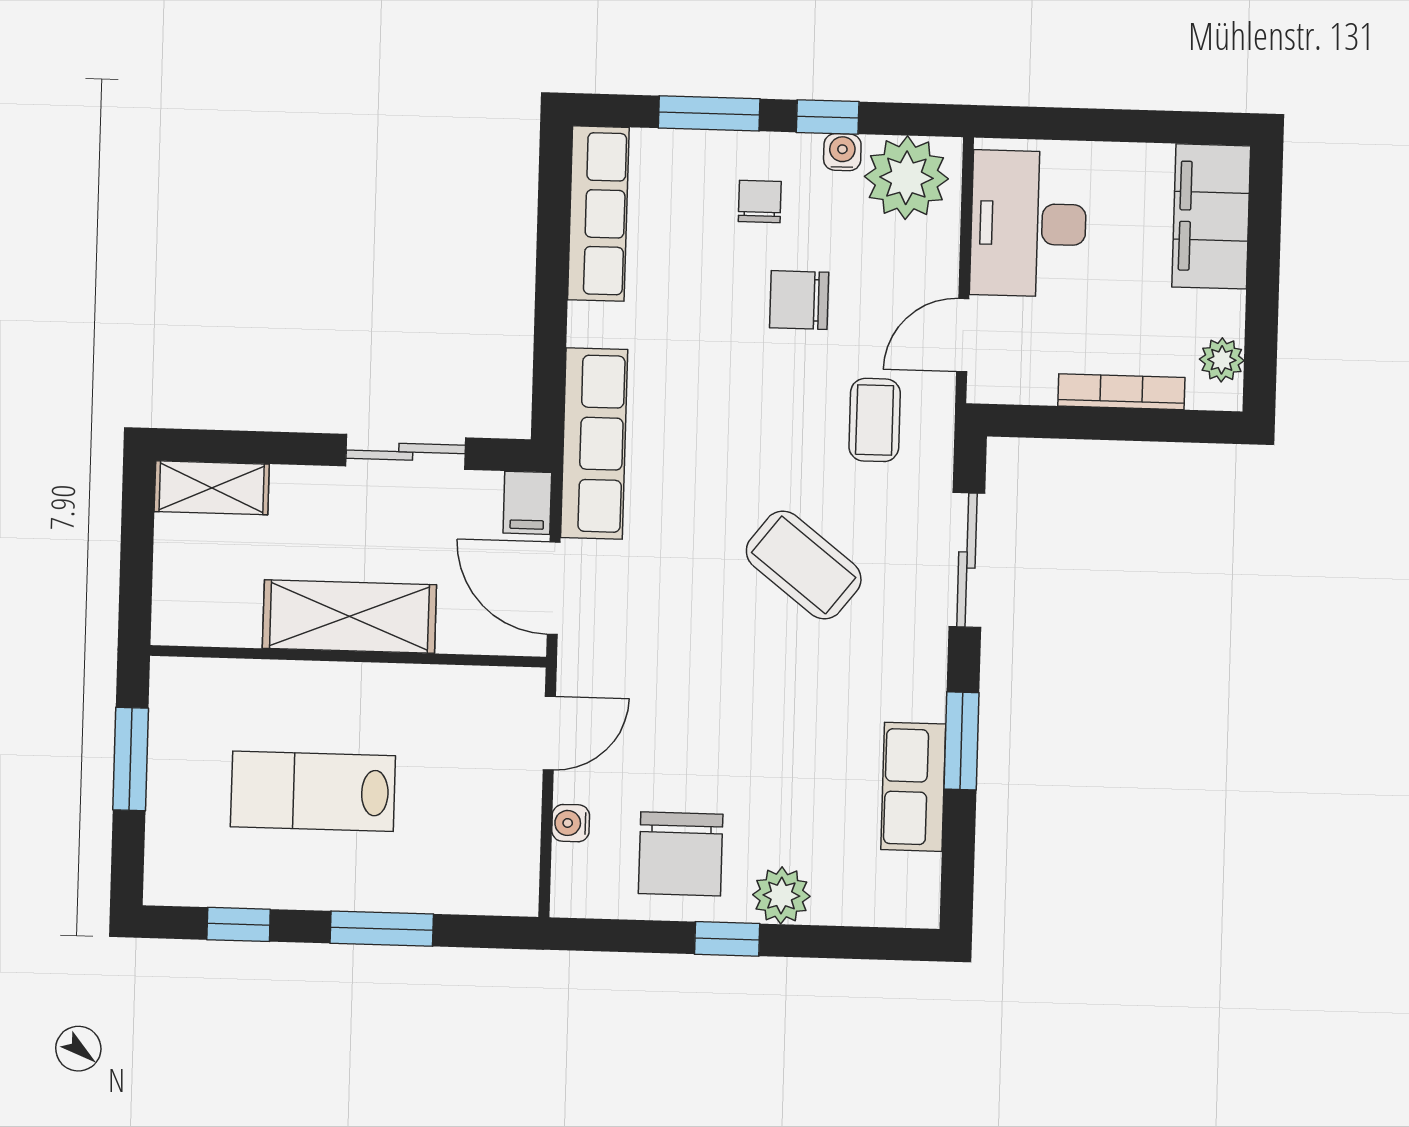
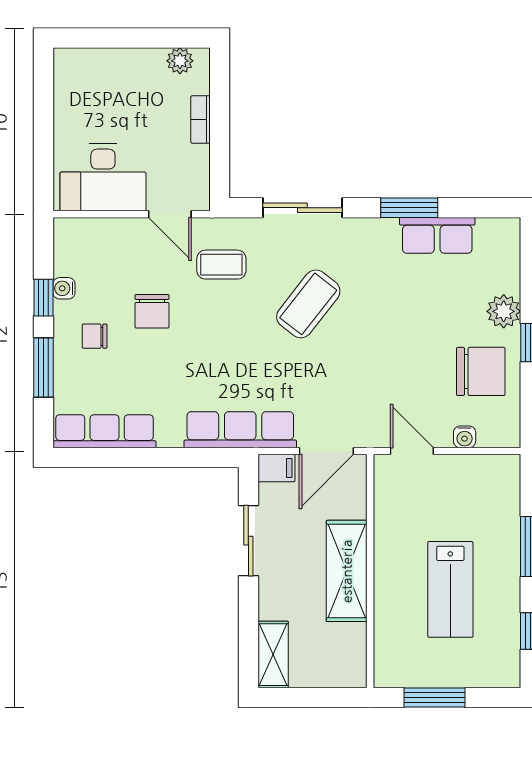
plant: (906, 178) -> (78, 250), removed
filing cabinet: (1211, 216) -> (95, 70), removed
bookcase: (1121, 392) -> (200, 119), width x0.64

